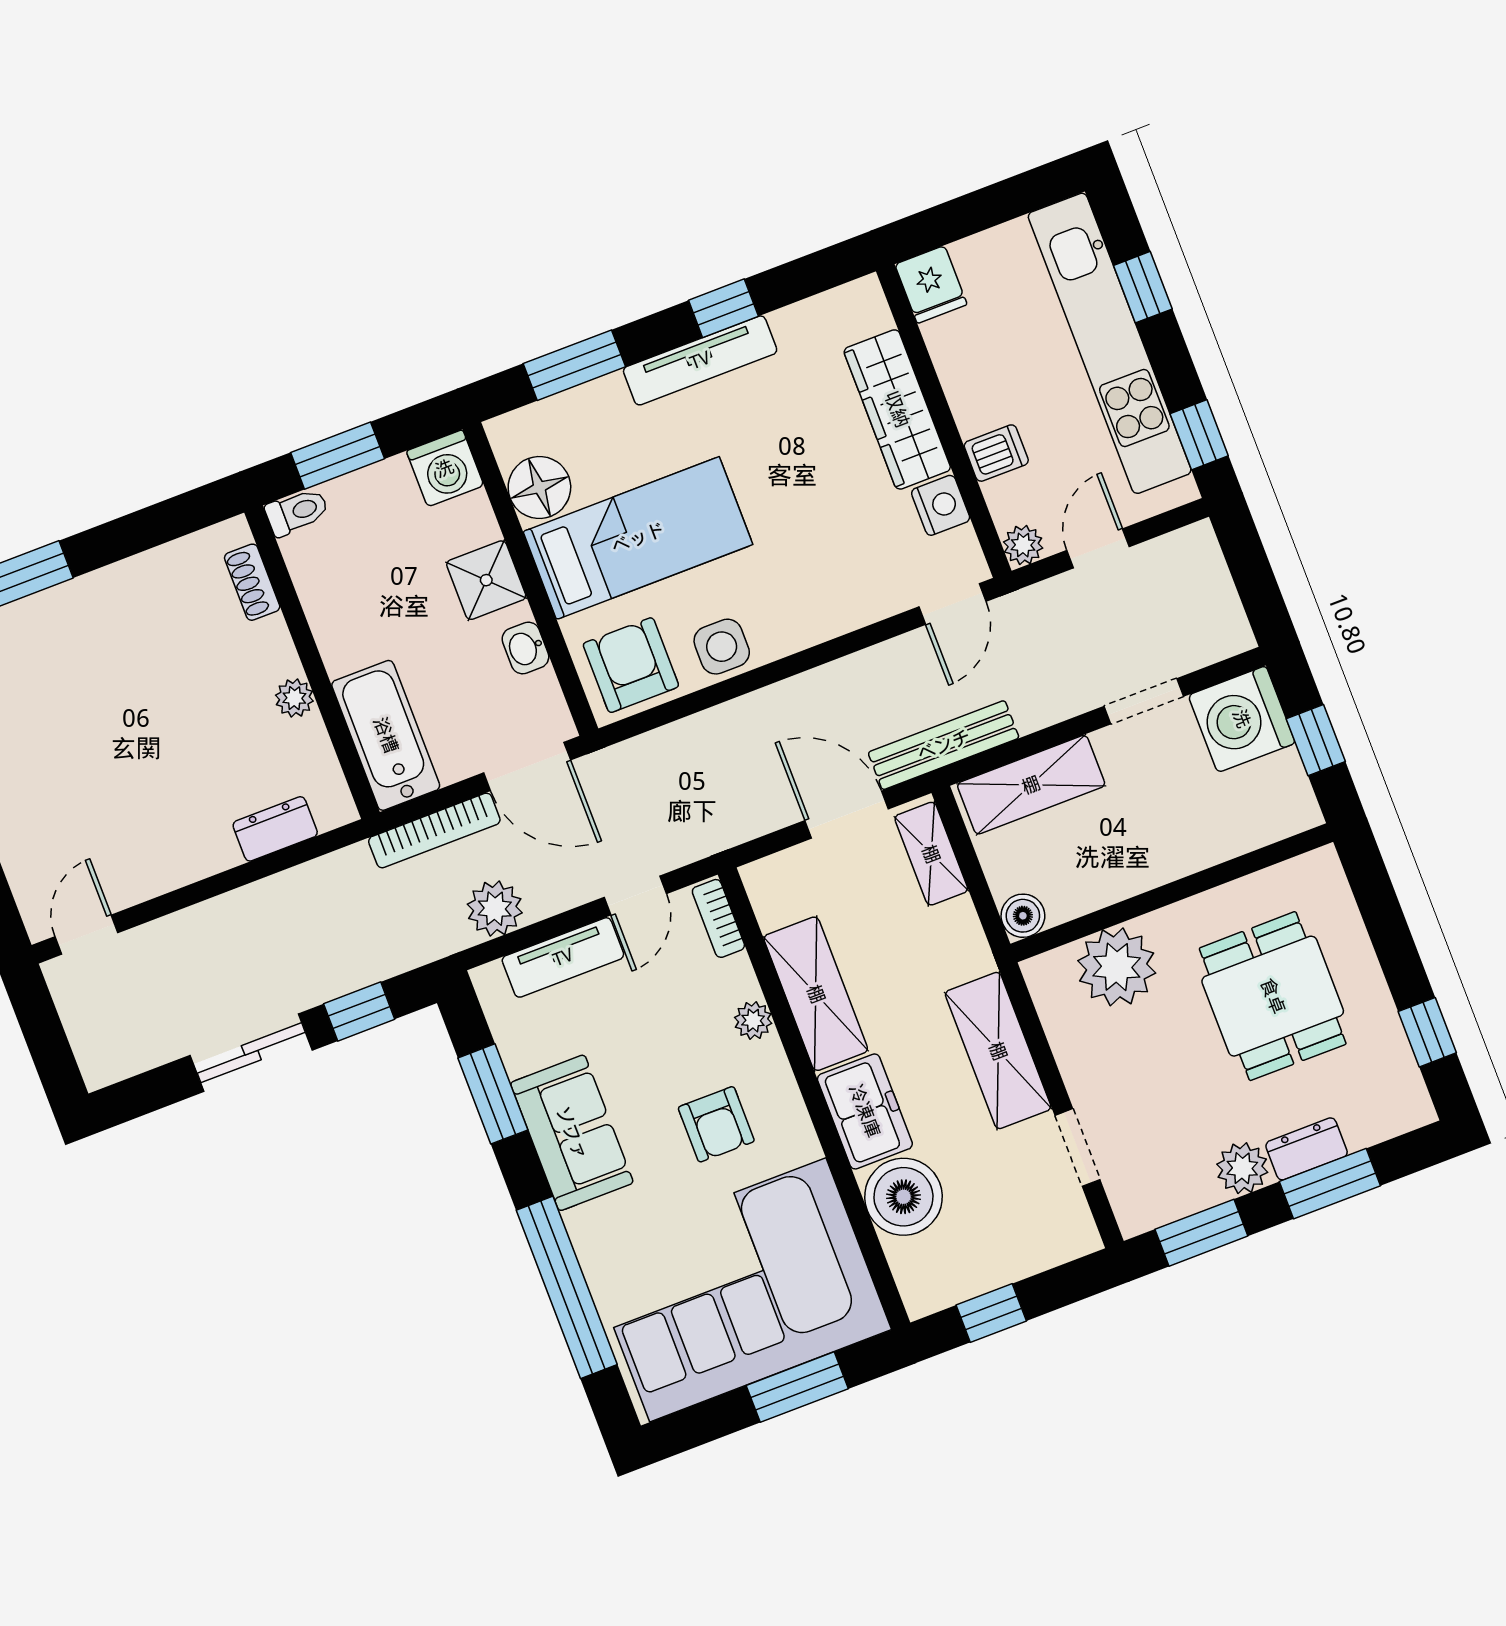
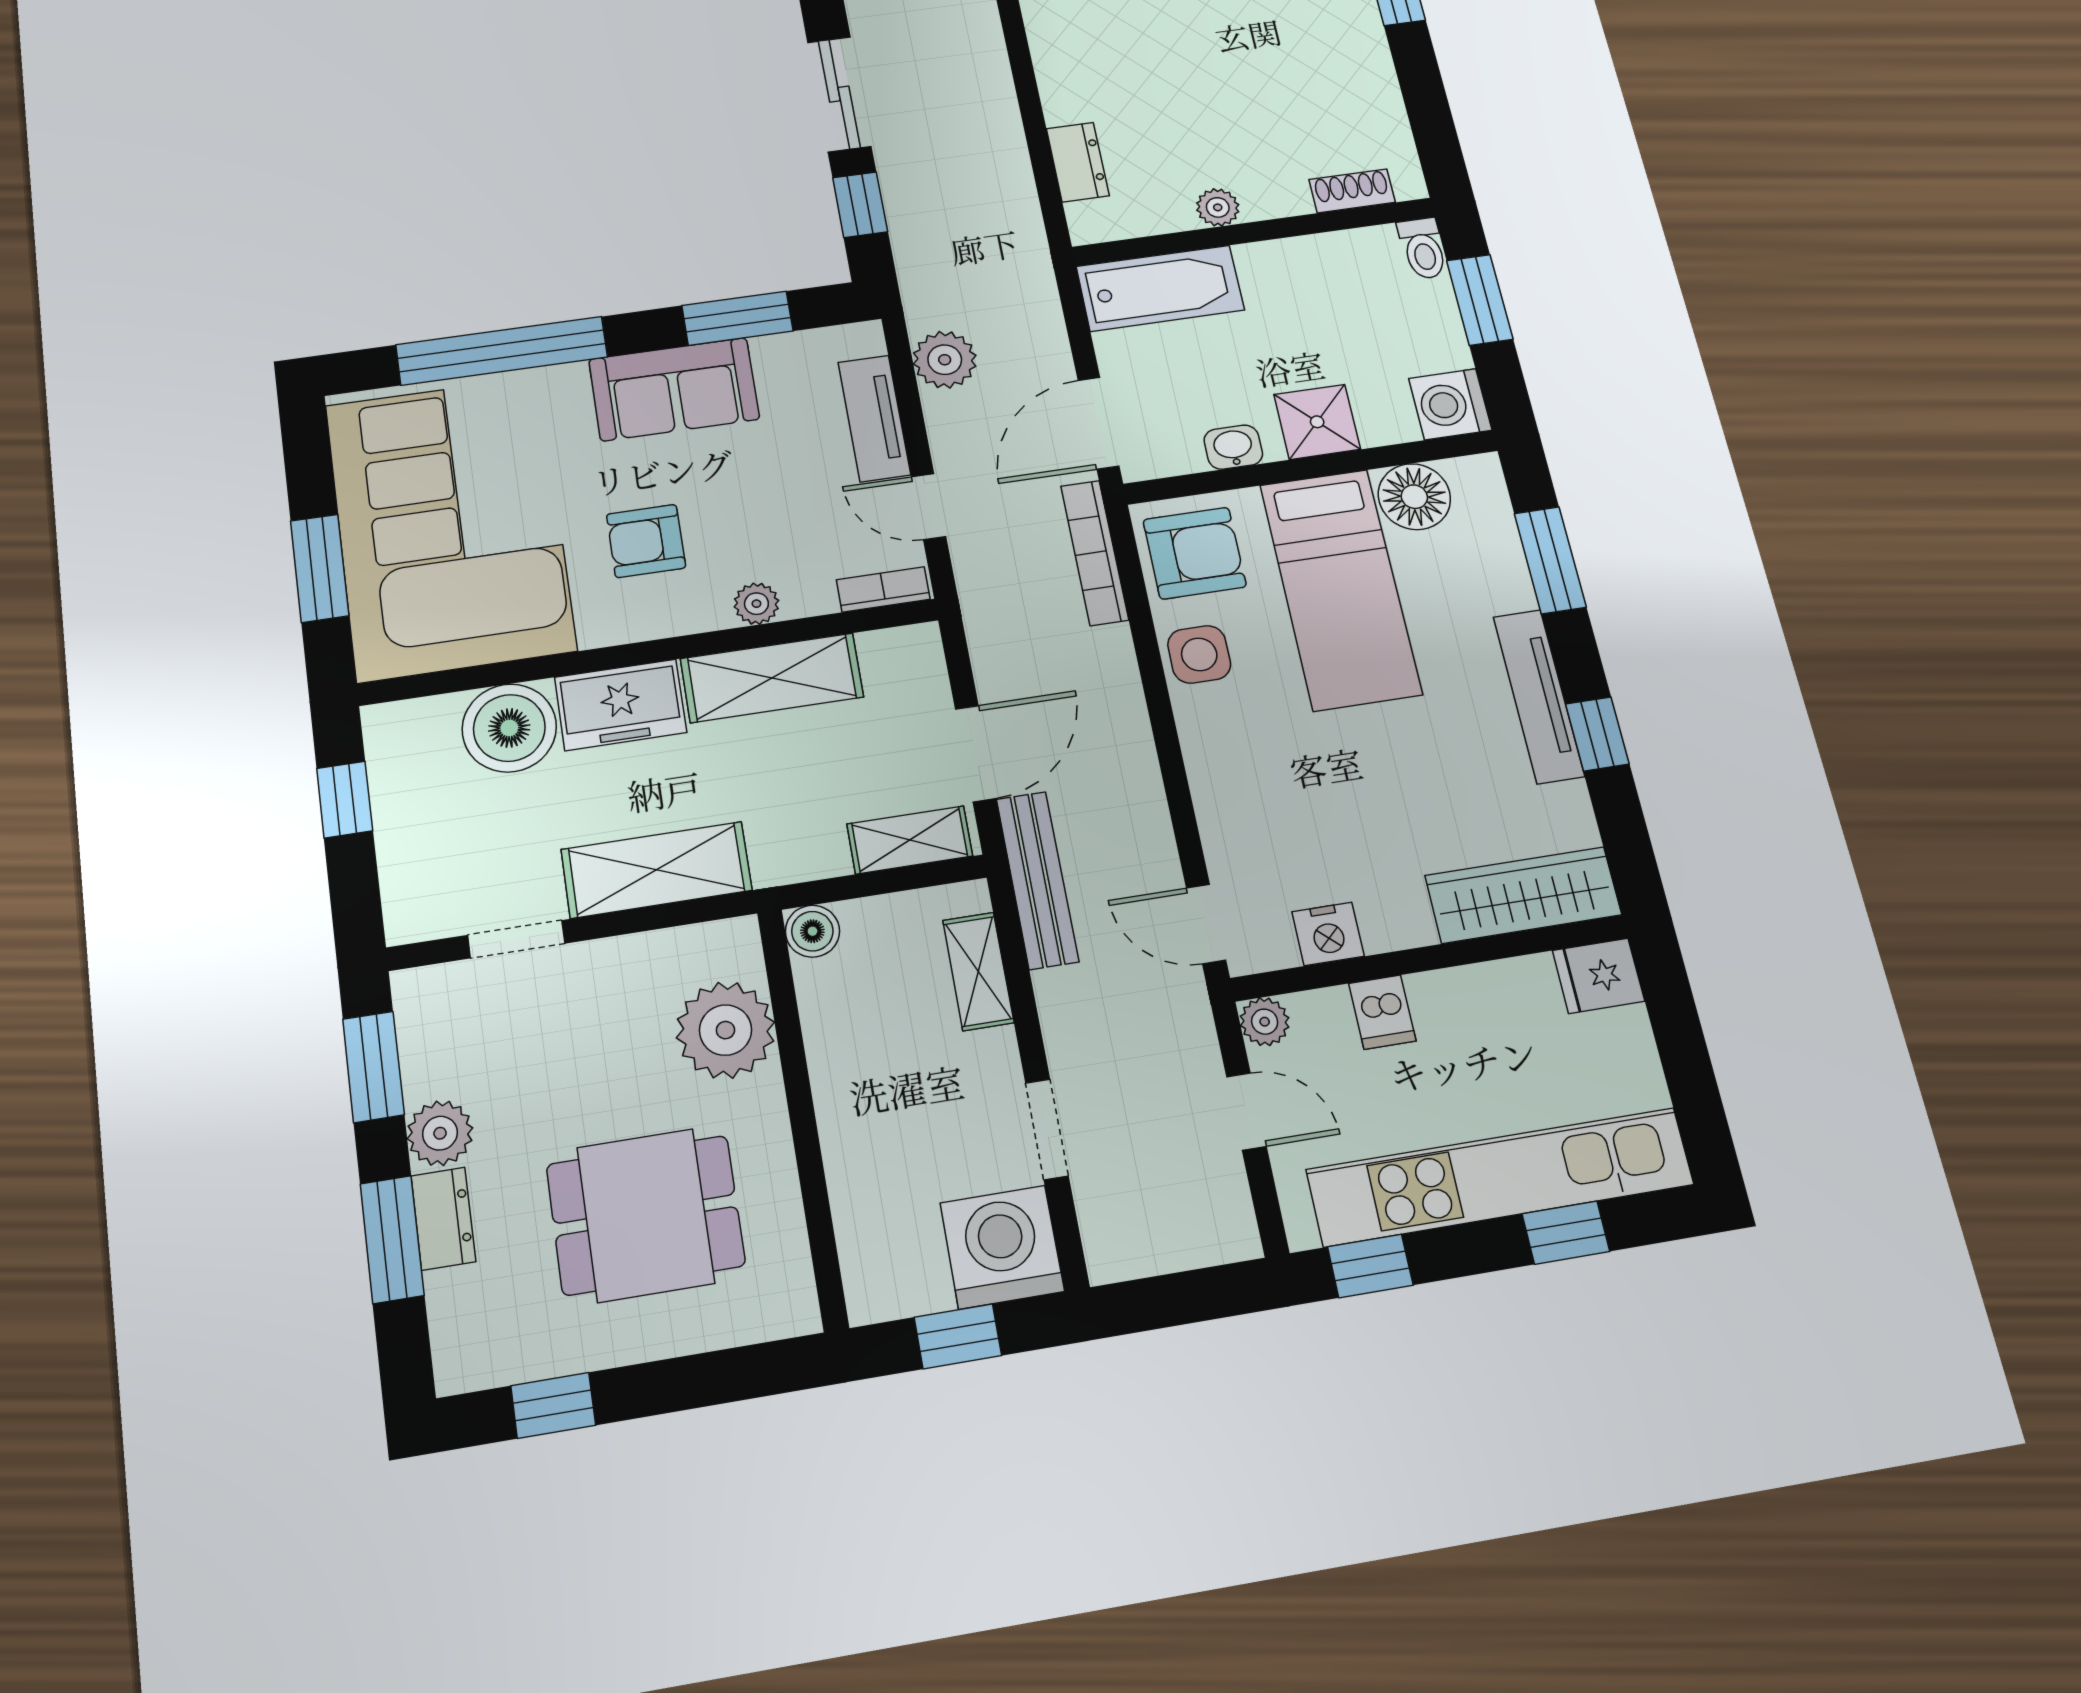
wardrobe: (897, 409) -> (1523, 895), moved
shelving: (1031, 785) -> (978, 971), width x0.67, depth x0.75
bookcase: (434, 830) -> (1095, 553), moved

